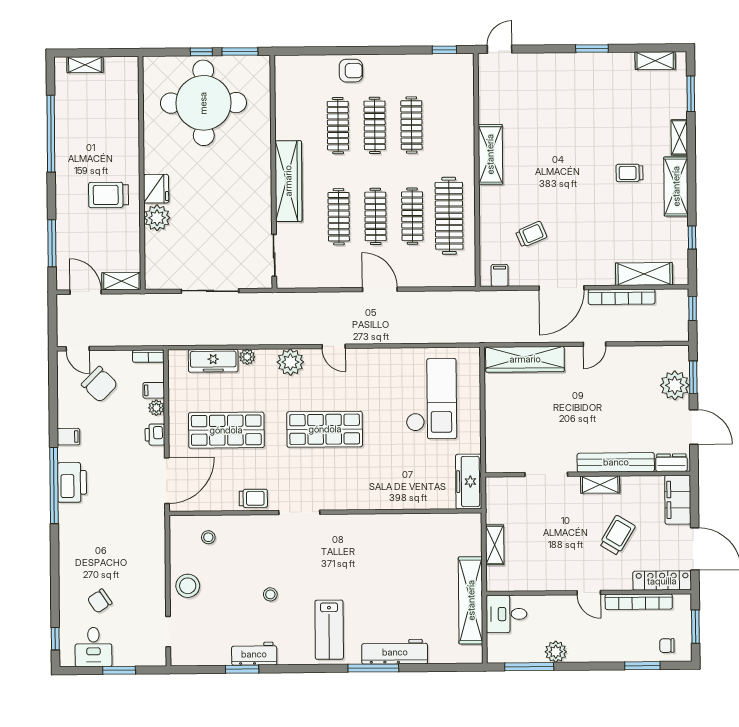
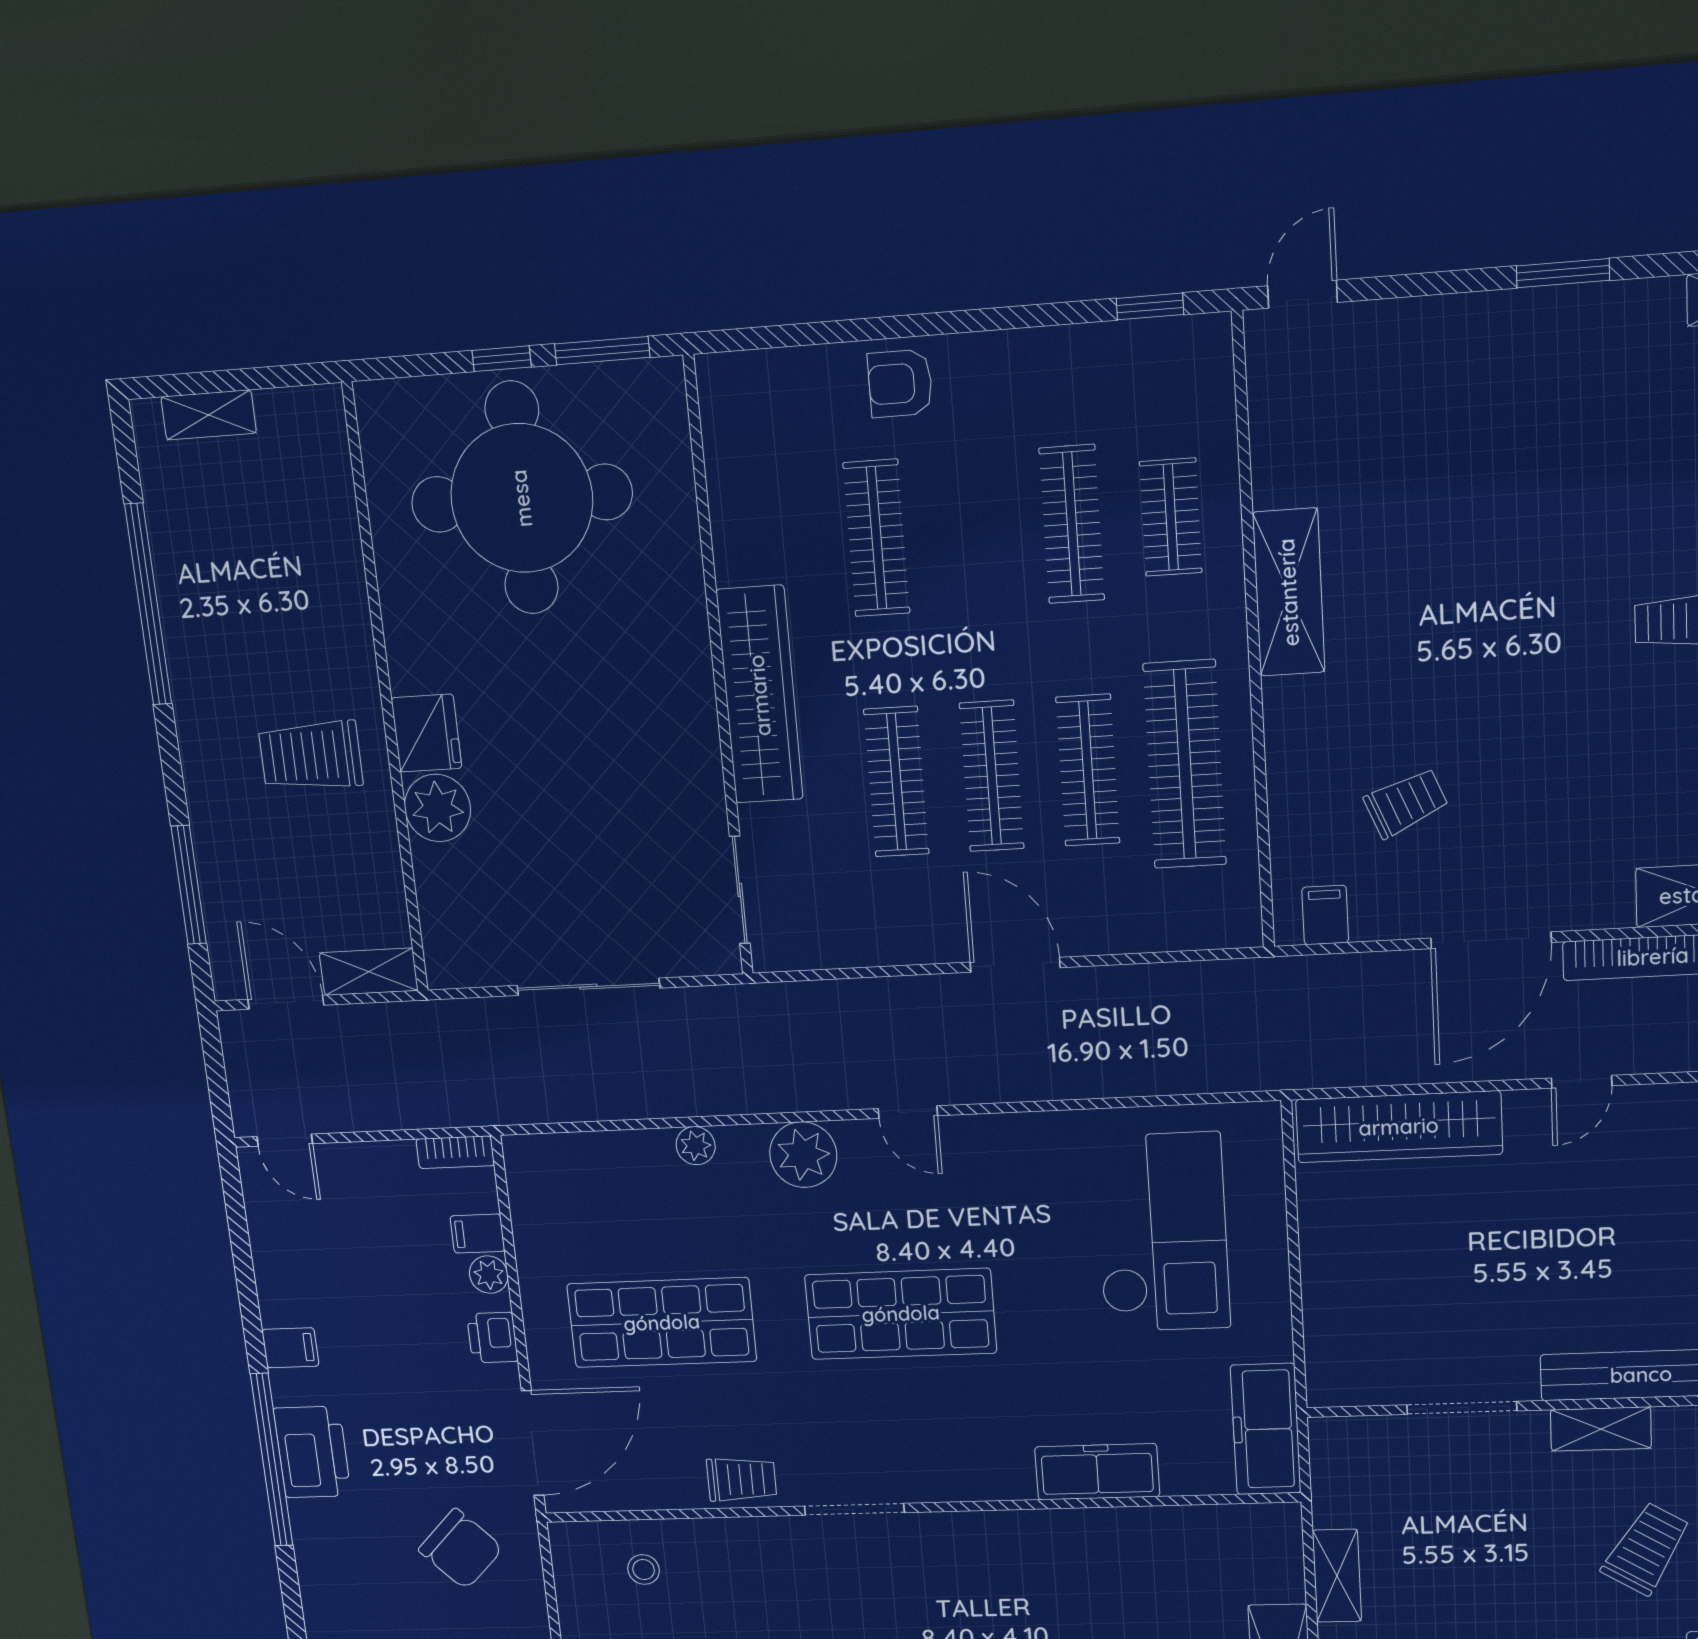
armchair: (351, 71) -> (900, 383), turned 180
clothes rail: (375, 125) -> (1171, 517), moved, width x0.73
freezer: (213, 361) -> (1097, 1472), moved, turned 180
chair: (100, 384) -> (461, 1549), moved

